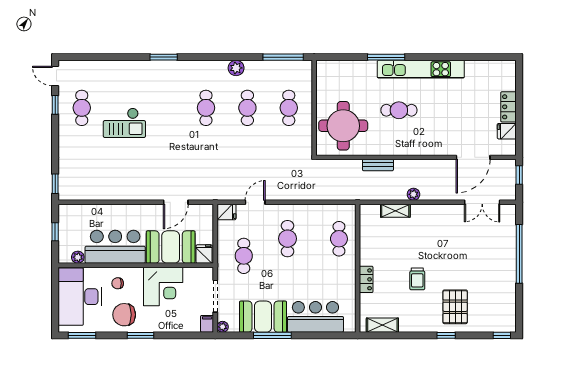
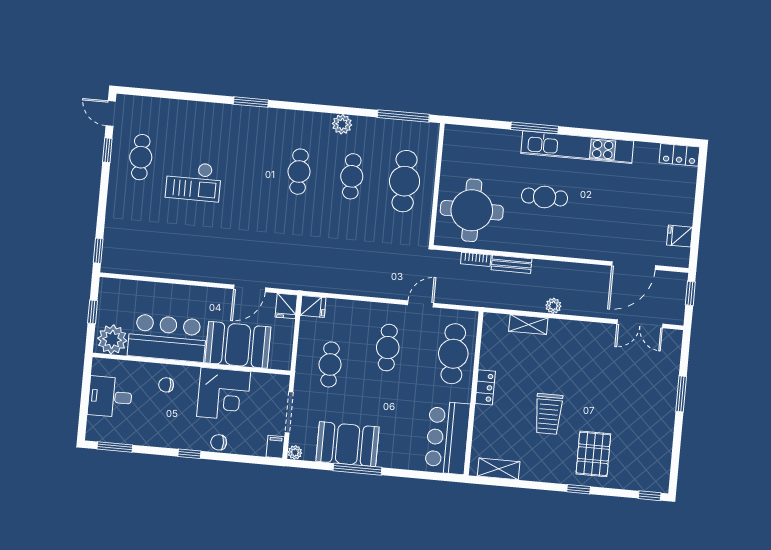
locker: (509, 107) -> (679, 155), moved, turned -90
cafe table: (289, 108) -> (405, 181), width x1.37, depth x1.35
bookcase: (350, 164) -> (476, 259), added
door: (255, 202) -> (421, 304), moved
cafe table: (339, 239) -> (453, 354), width x1.37, depth x1.35
fridge: (204, 254) -> (286, 306), moved, turned 180
window: (519, 254) -> (681, 394), width x0.47
plant: (78, 257) -> (112, 339), width x1.88, depth x1.88
locker: (366, 279) -> (485, 387), moved
trolley: (417, 279) -> (548, 414), width x1.36, depth x1.39
desk: (80, 297) -> (110, 397), width x0.53, depth x0.77
chair: (124, 315) -> (219, 442), moved, width x0.54, depth x0.54
bar counter: (315, 317) -> (447, 438), moved, turned -90
window: (141, 335) -> (189, 454), width x0.67

